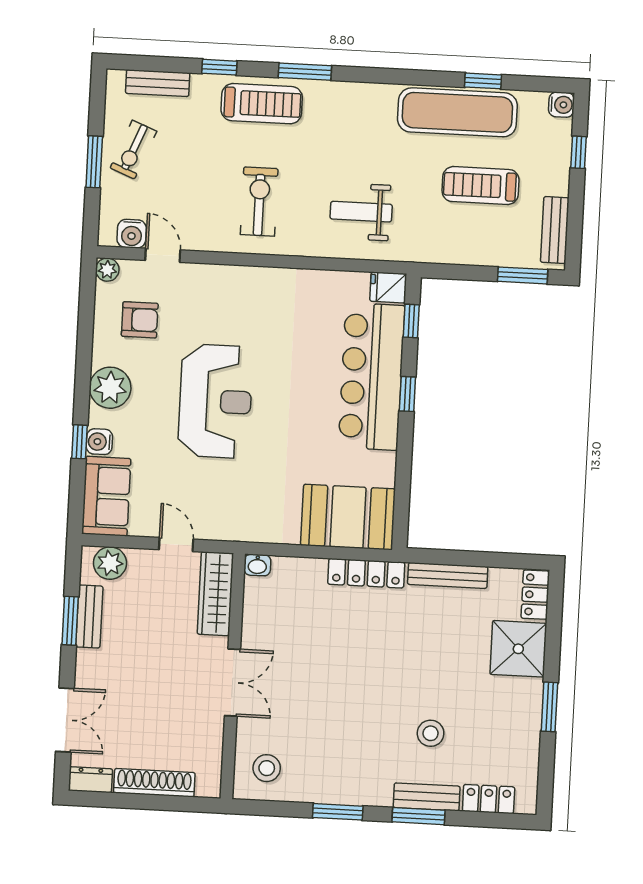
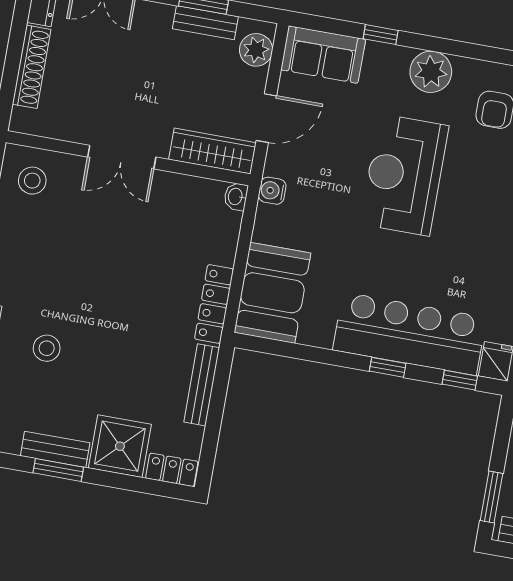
reception desk: (215, 401) -> (404, 175), turned 90
water cooler: (99, 442) -> (272, 191), moved, turned -90
door: (176, 544) -> (266, 118), width x1.38
bench: (529, 712) -> (55, 449), added

